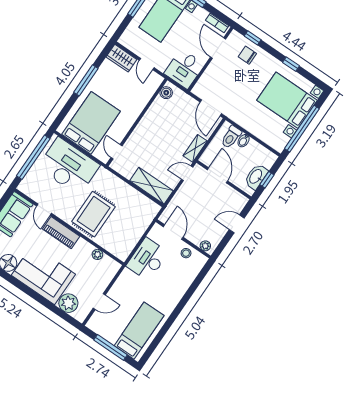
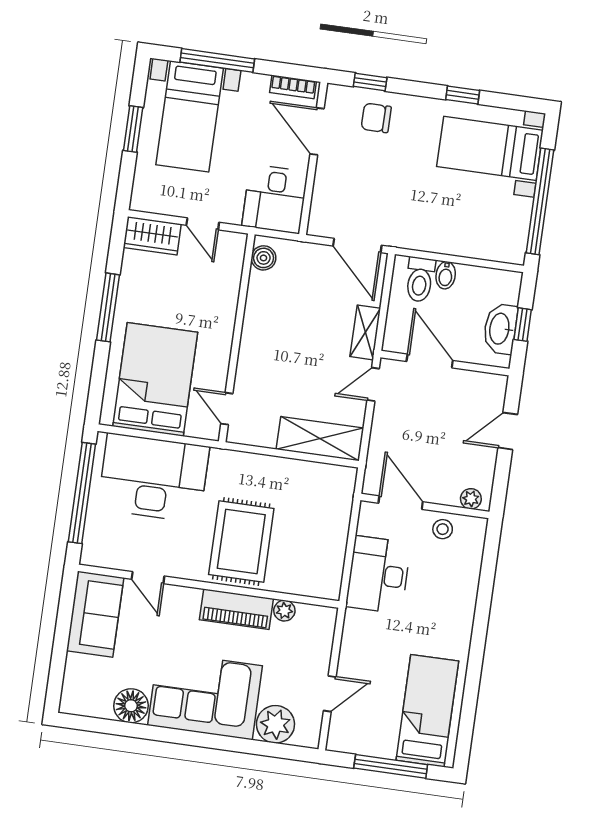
bed with nightstands: (287, 100) -> (490, 148), width x0.73
piano: (61, 233) -> (236, 609), moved

